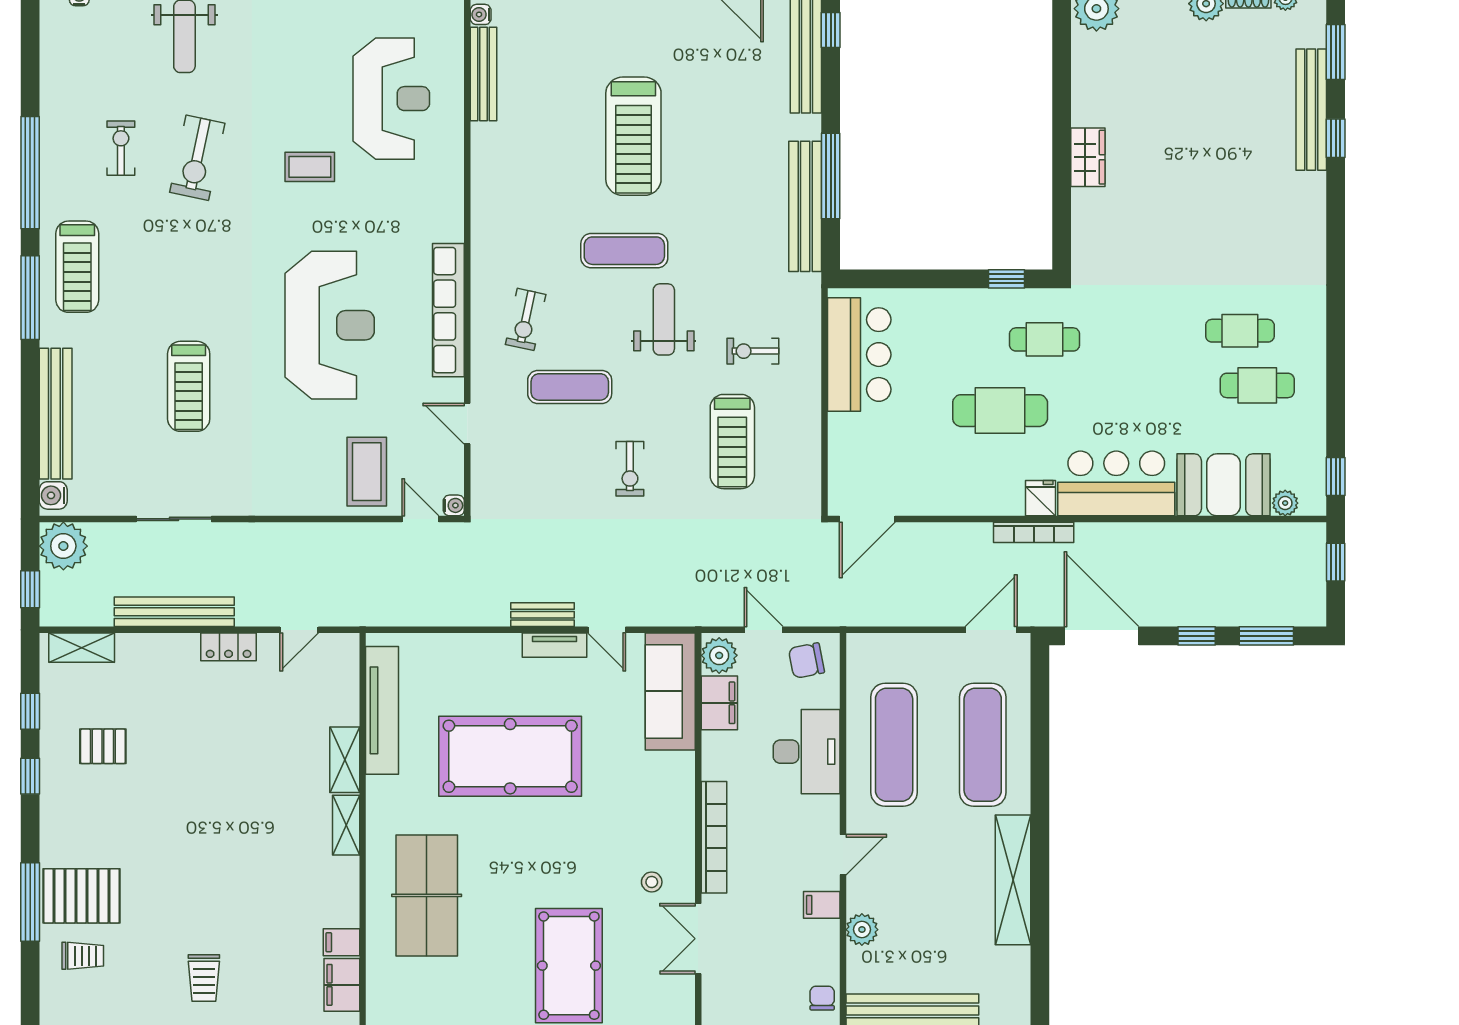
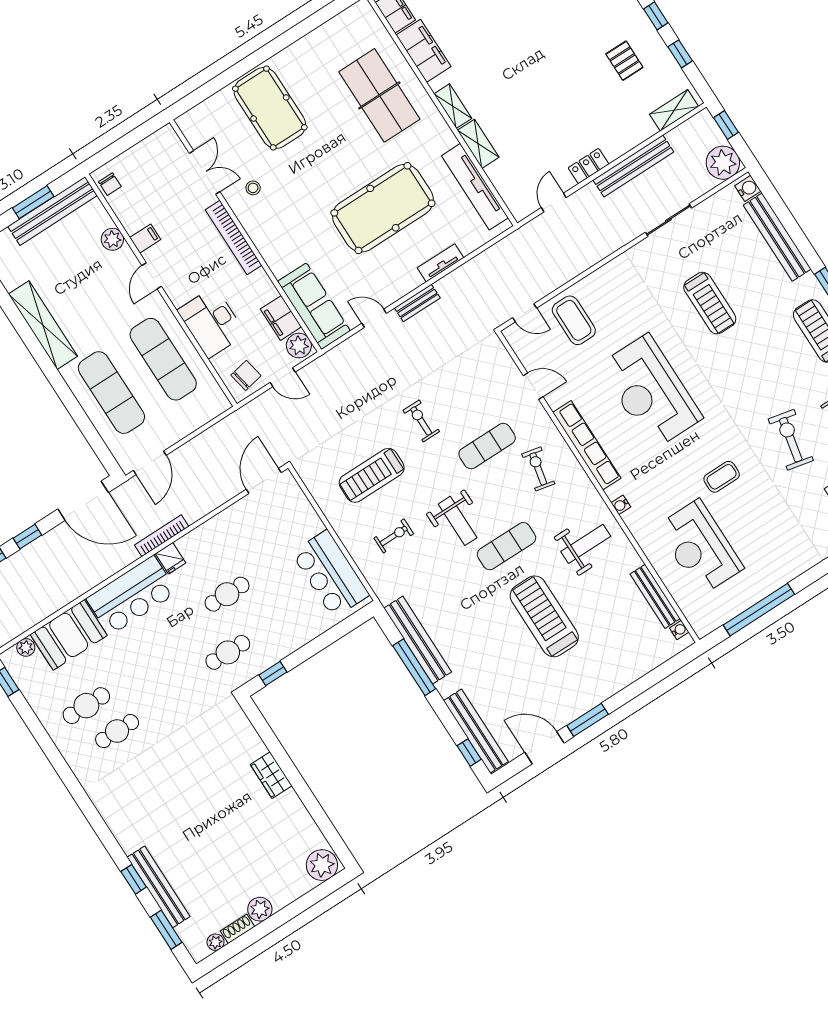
weight bench: (527, 192) -> (586, 544), added
treadmill: (189, 386) -> (710, 303), turned 180
cafe table: (1000, 411) -> (227, 594), width x0.73, depth x0.74
treadmill: (732, 442) -> (372, 475), turned -90
water cooler: (454, 505) -> (621, 505), moved
tv unit: (554, 645) -> (440, 263), moved
pallet: (103, 746) -> (624, 61), turned 90
filing cabinet: (341, 942) -> (423, 51), width x3.00, depth x1.17

